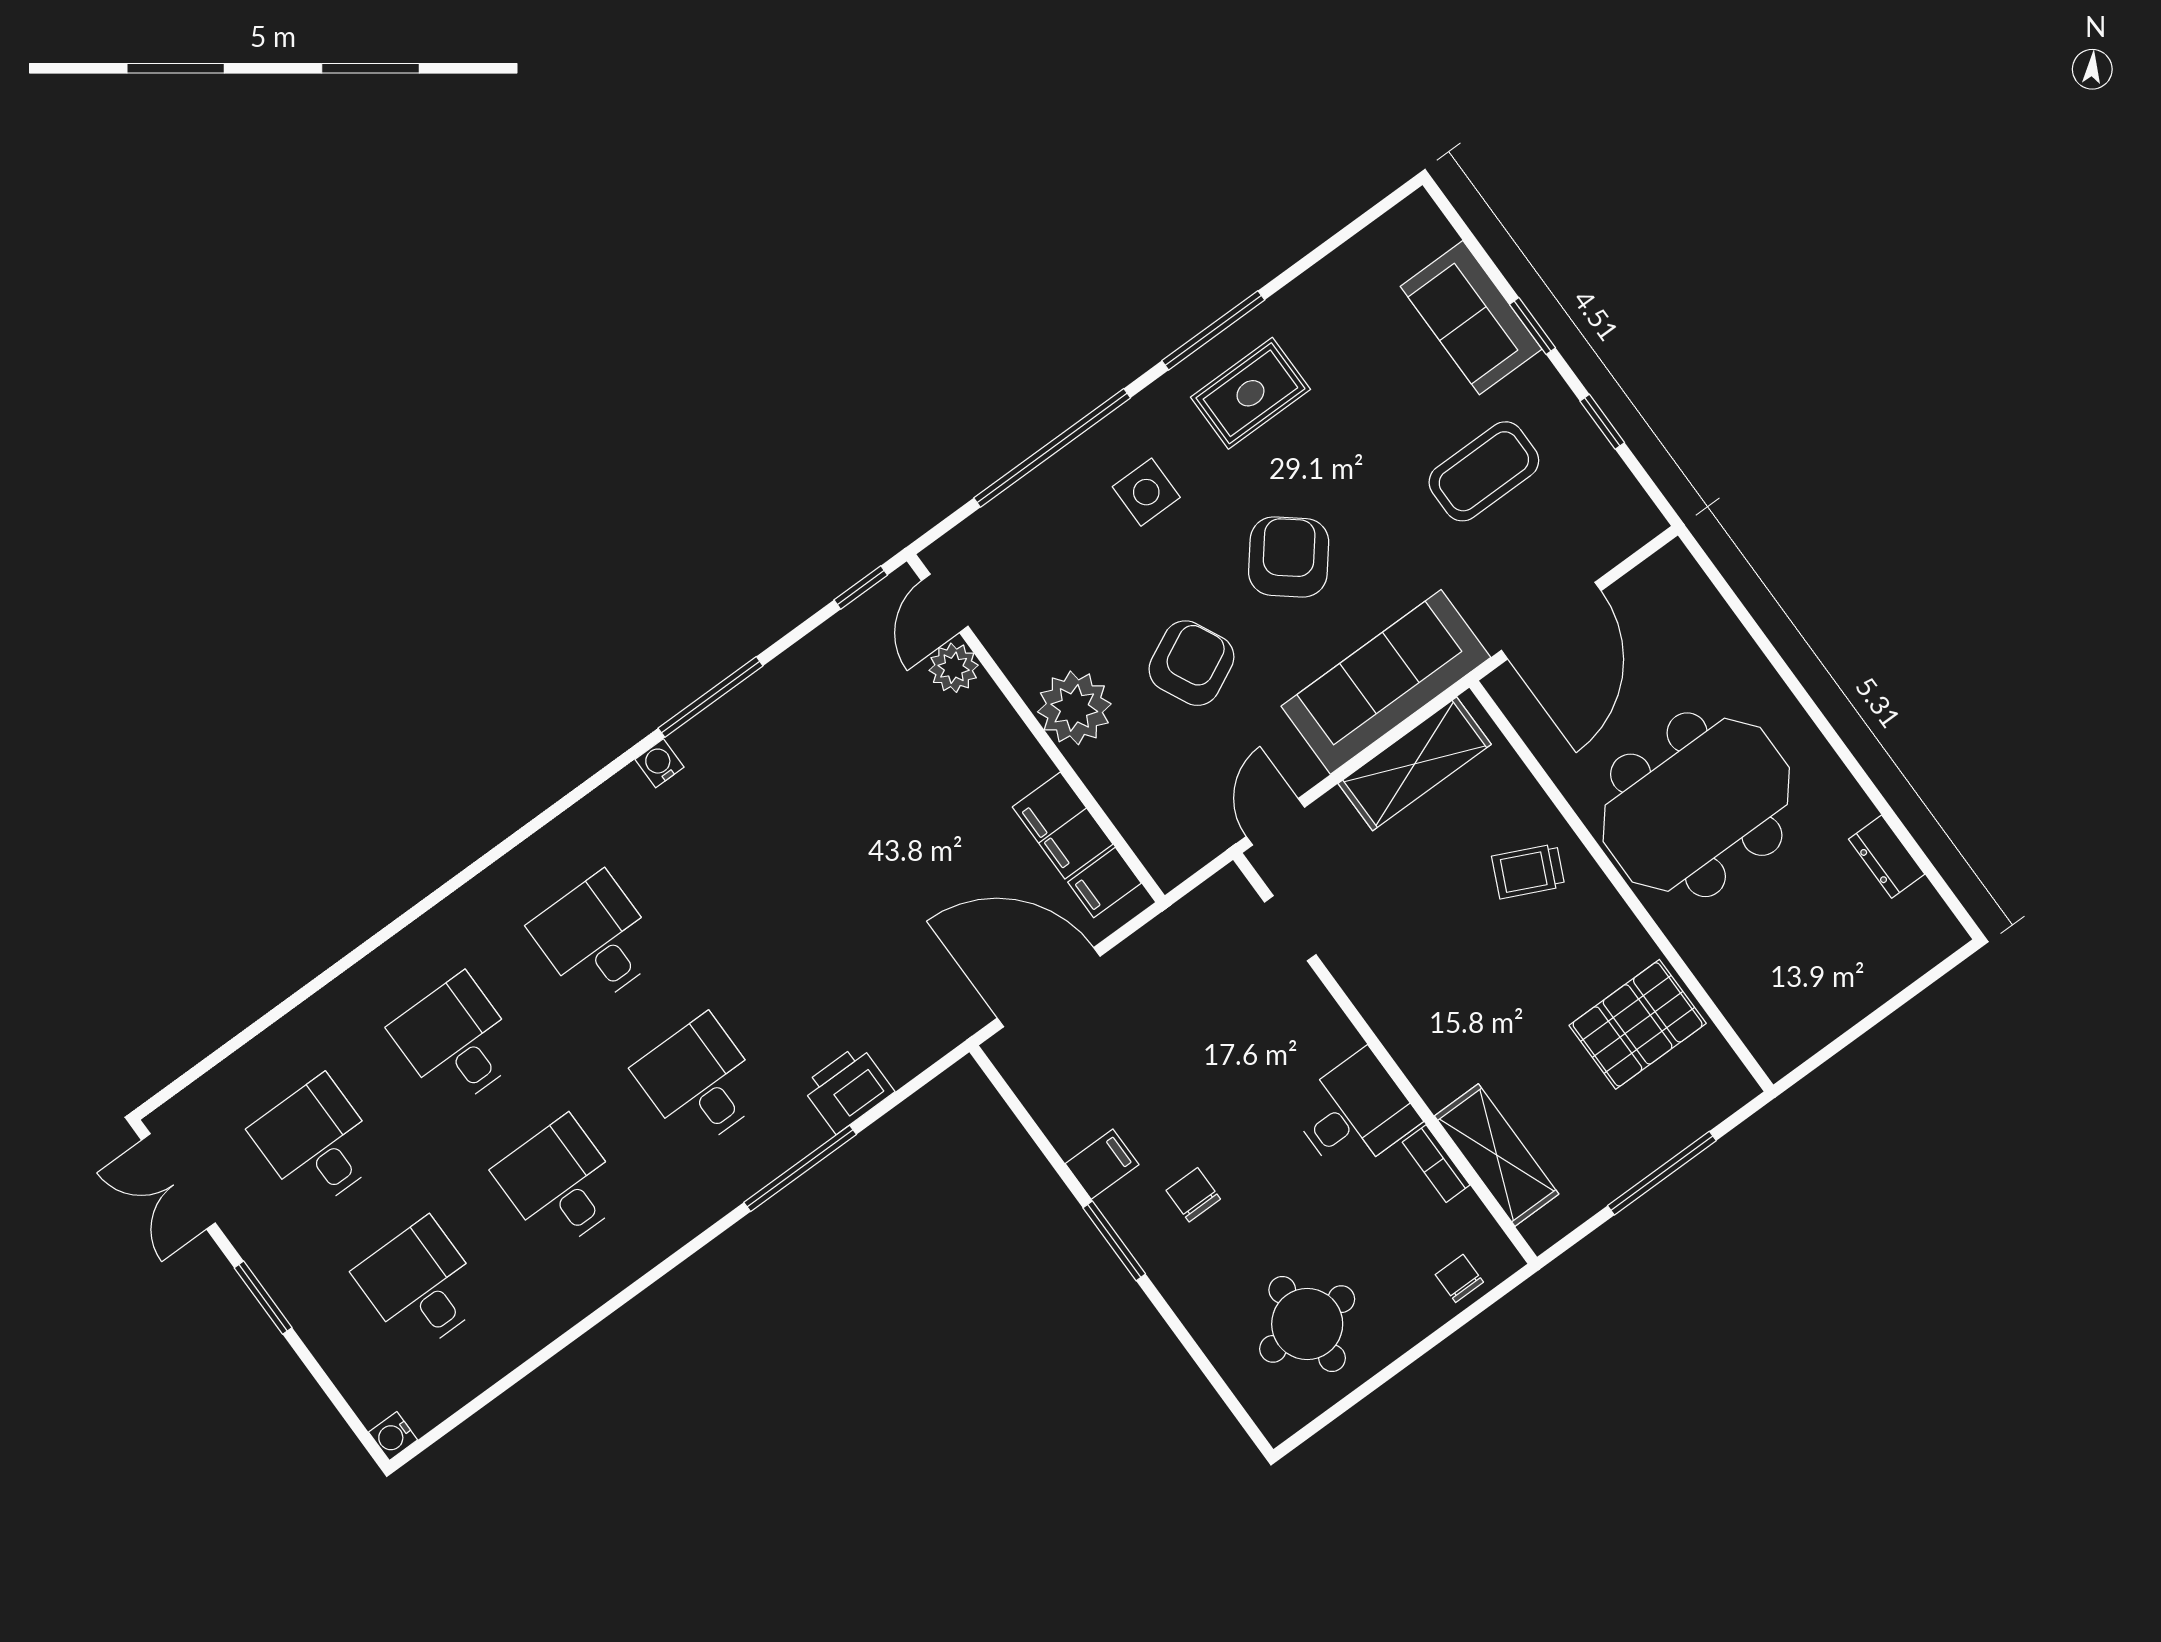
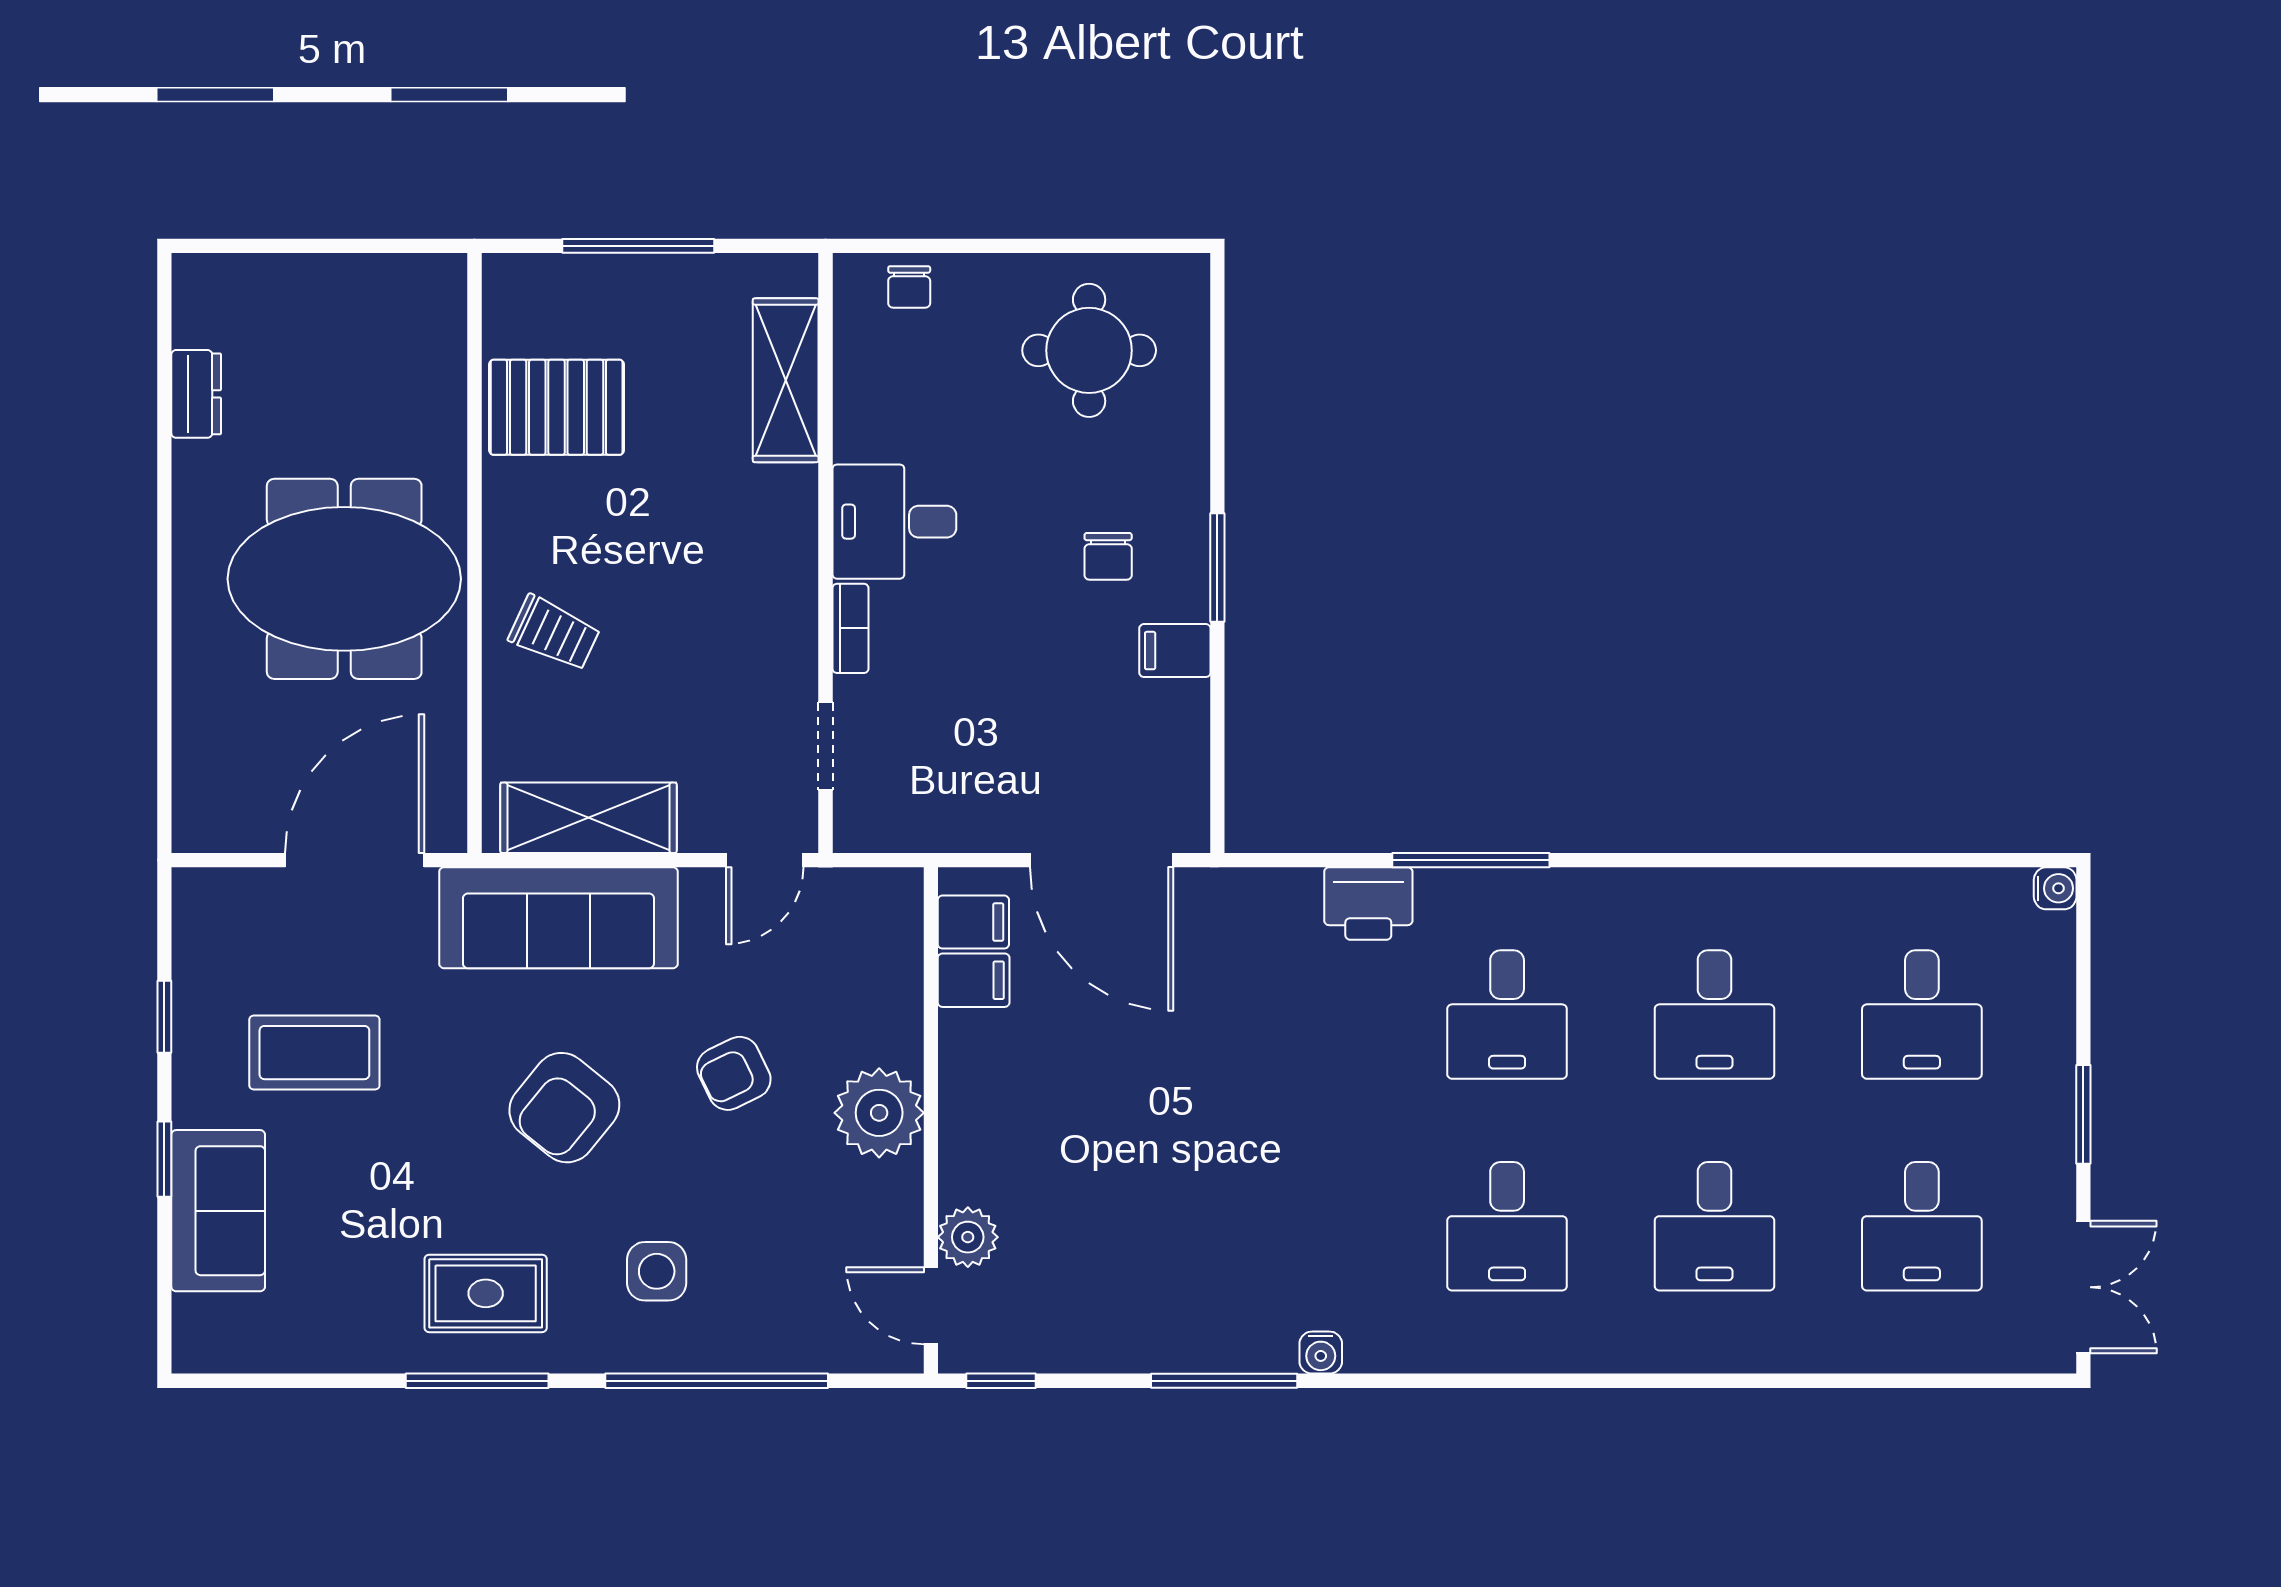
door: (945, 603) -> (931, 1306), swing flipped
armchair: (1191, 663) -> (734, 1073), width x0.72, depth x0.72
filing cabinet: (1063, 825) -> (974, 980), width x0.50
bookcase: (1436, 1164) -> (850, 628), moved

